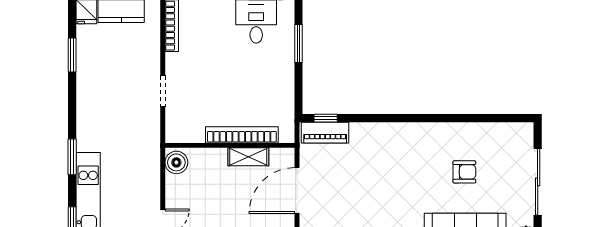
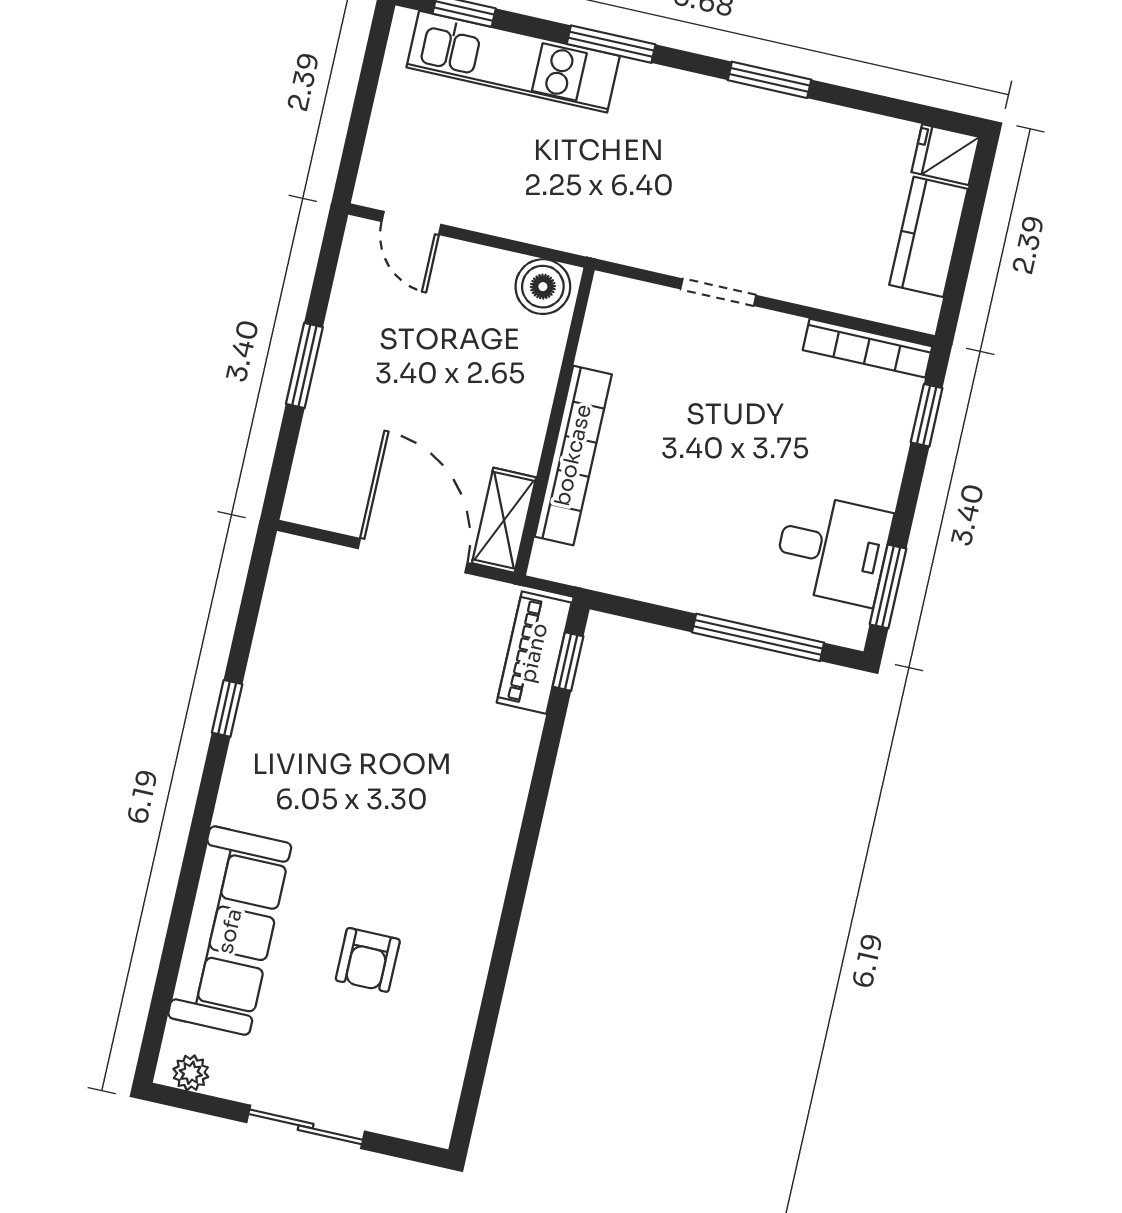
window: (299, 44) -> (758, 637), width x1.44
window: (72, 55) -> (769, 80), moved
shelving: (248, 157) -> (504, 520), moved
sliding door: (538, 182) -> (306, 1127), width x0.73

